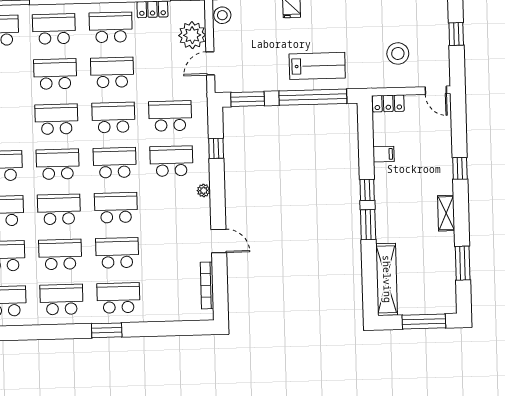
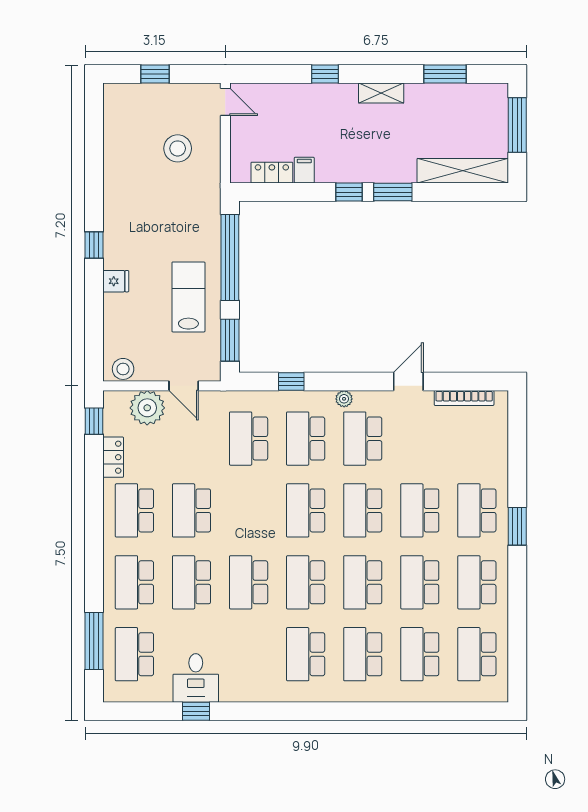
lab bench: (317, 66) -> (188, 297), moved
door: (436, 90) -> (225, 102), hinge flipped
locker: (388, 103) -> (272, 173), moved, turned -90
school desk: (113, 118) -> (363, 439), moved

